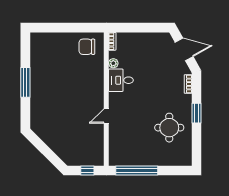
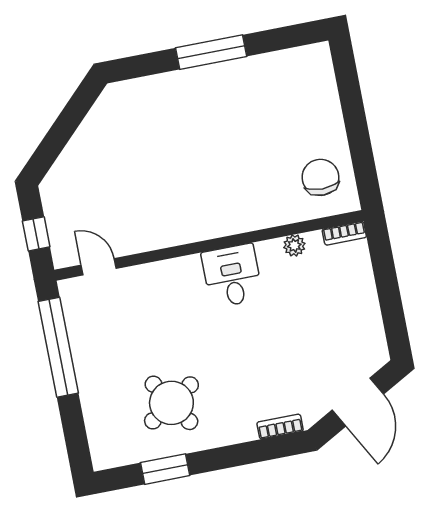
desk: (121, 80) -> (232, 276), moved
window: (197, 113) -> (165, 469), moved
door: (106, 116) -> (99, 267), moved
round table: (169, 128) -> (171, 403), turned -33

